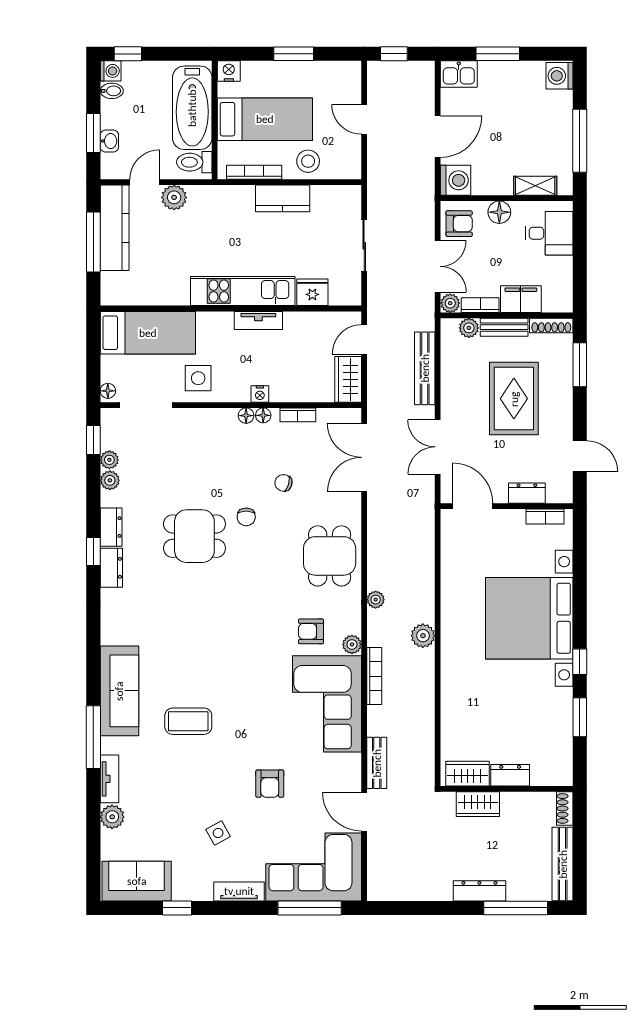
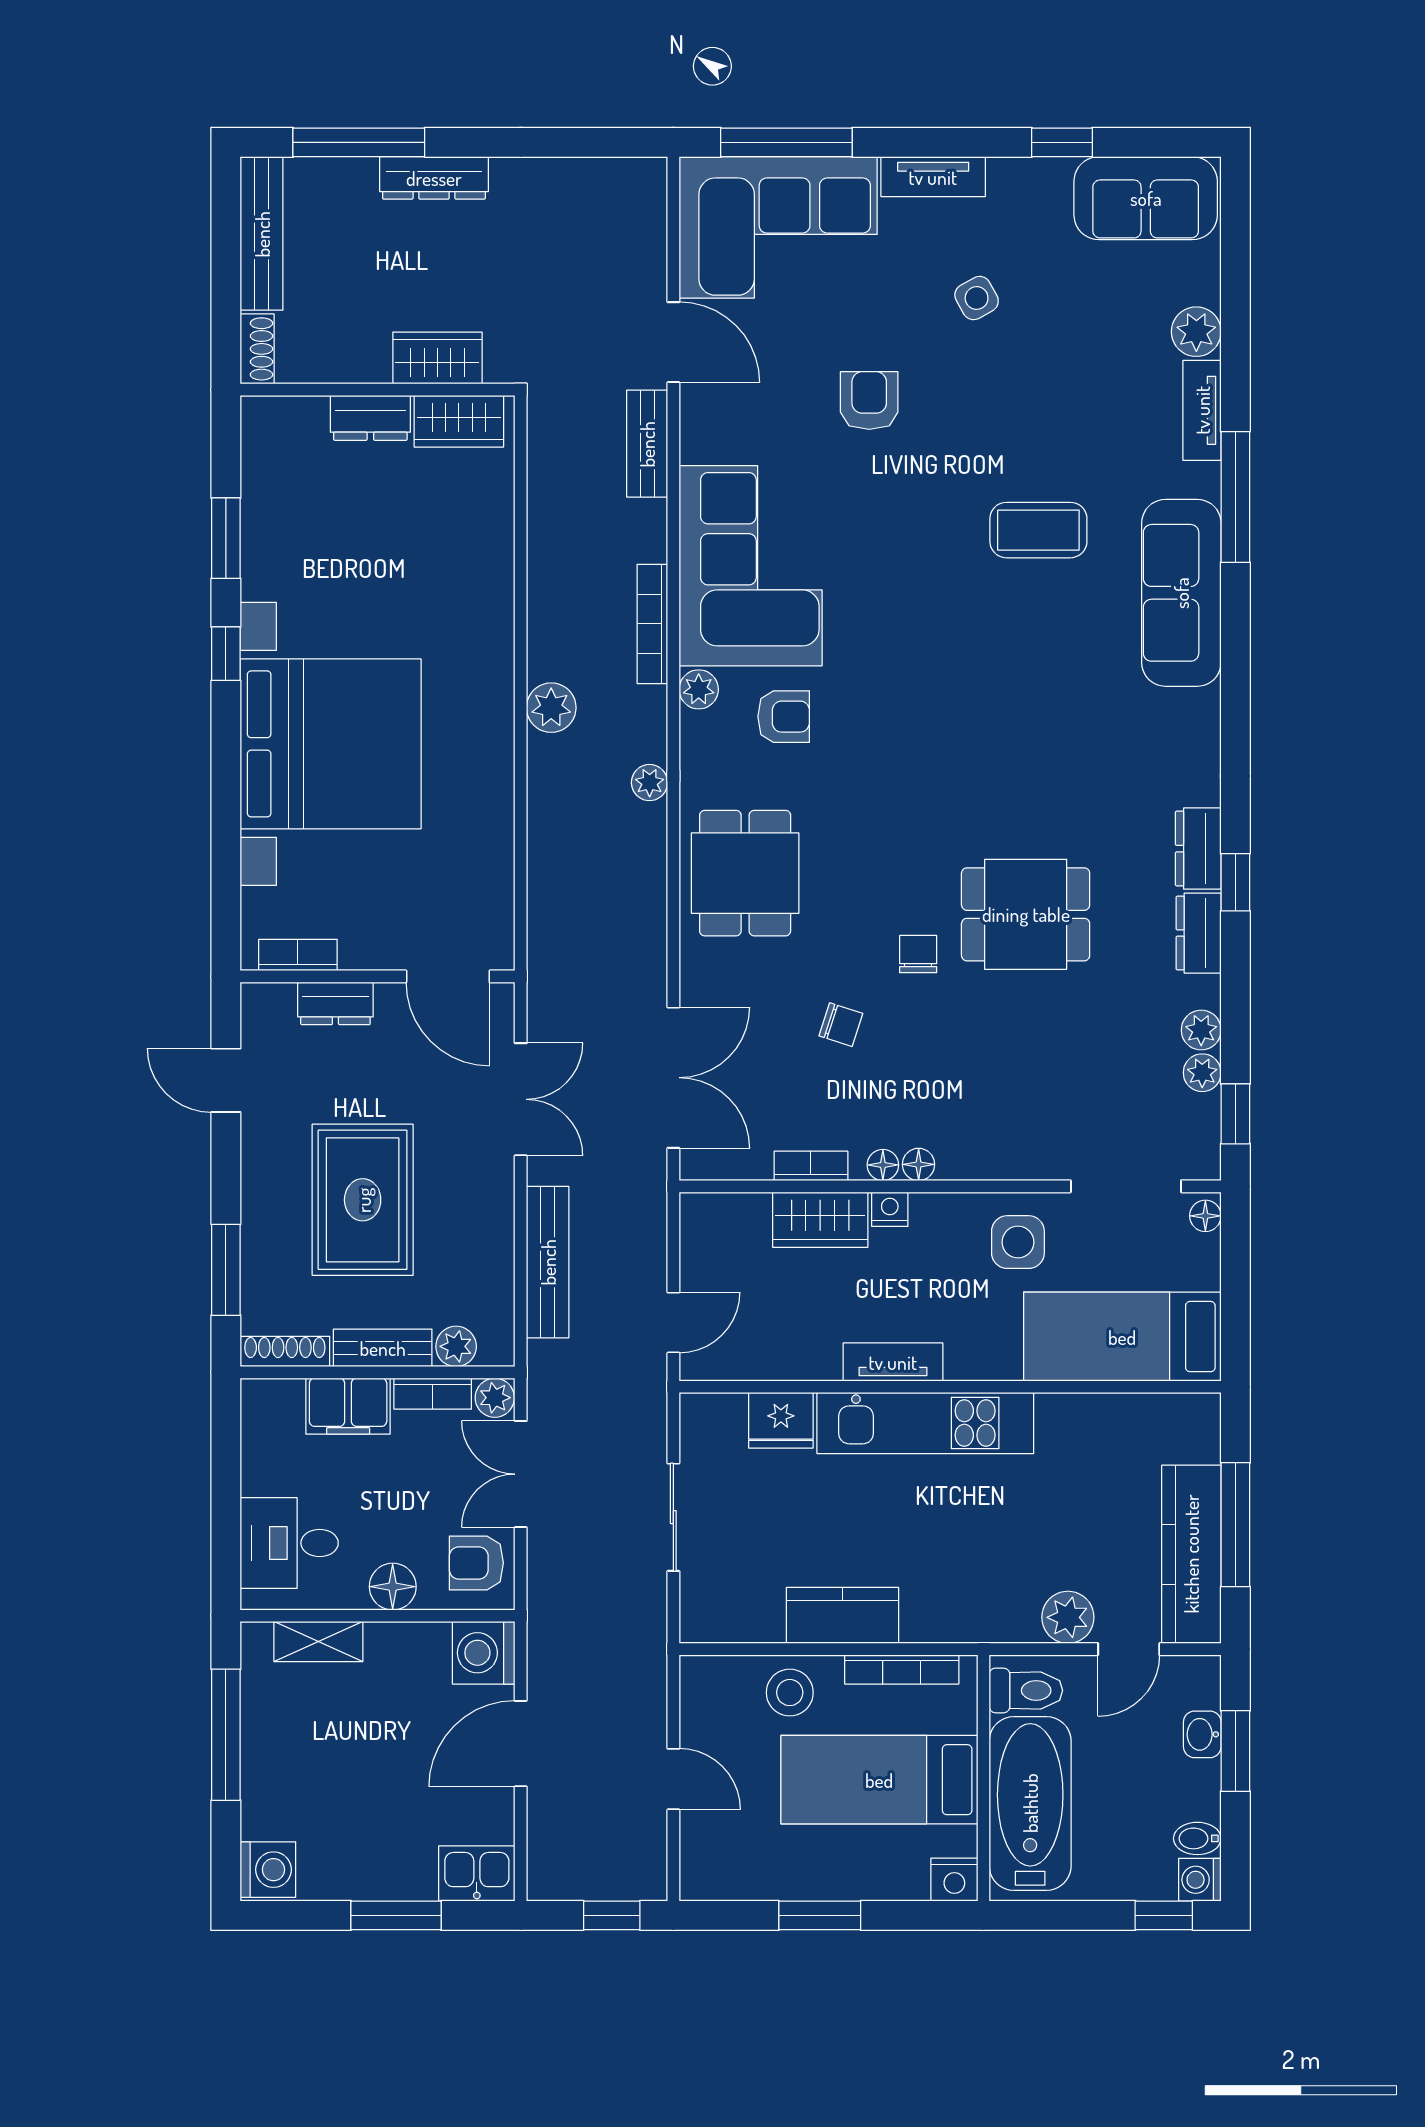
wardrobe: (348, 379) -> (820, 1220), moved, turned 90

